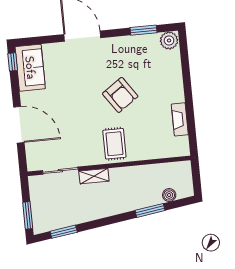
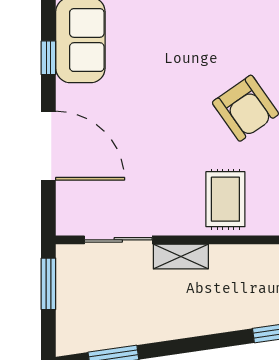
window: (13, 62) -> (48, 58), moved
window: (28, 215) -> (48, 284), moved

